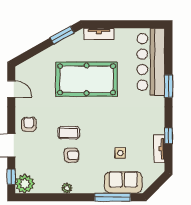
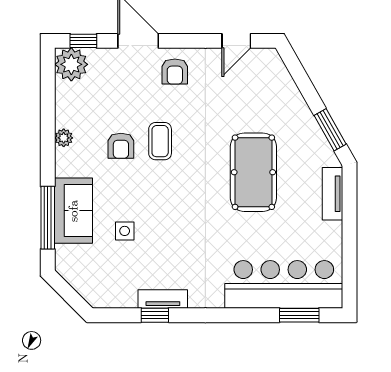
pool table: (87, 79) -> (253, 172), width x0.73, depth x0.76
window: (169, 86) -> (299, 315), moved
armchair: (29, 124) -> (175, 72), turned 90
tv unit: (159, 149) -> (163, 299), moved
sofa: (123, 182) -> (73, 211), moved

